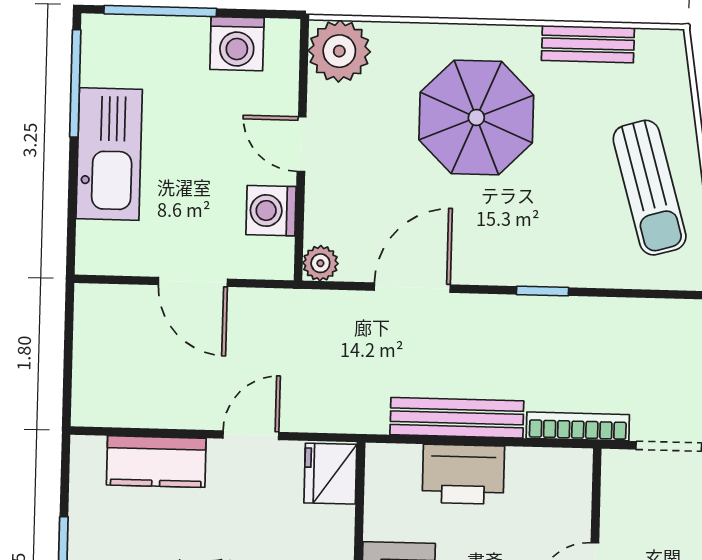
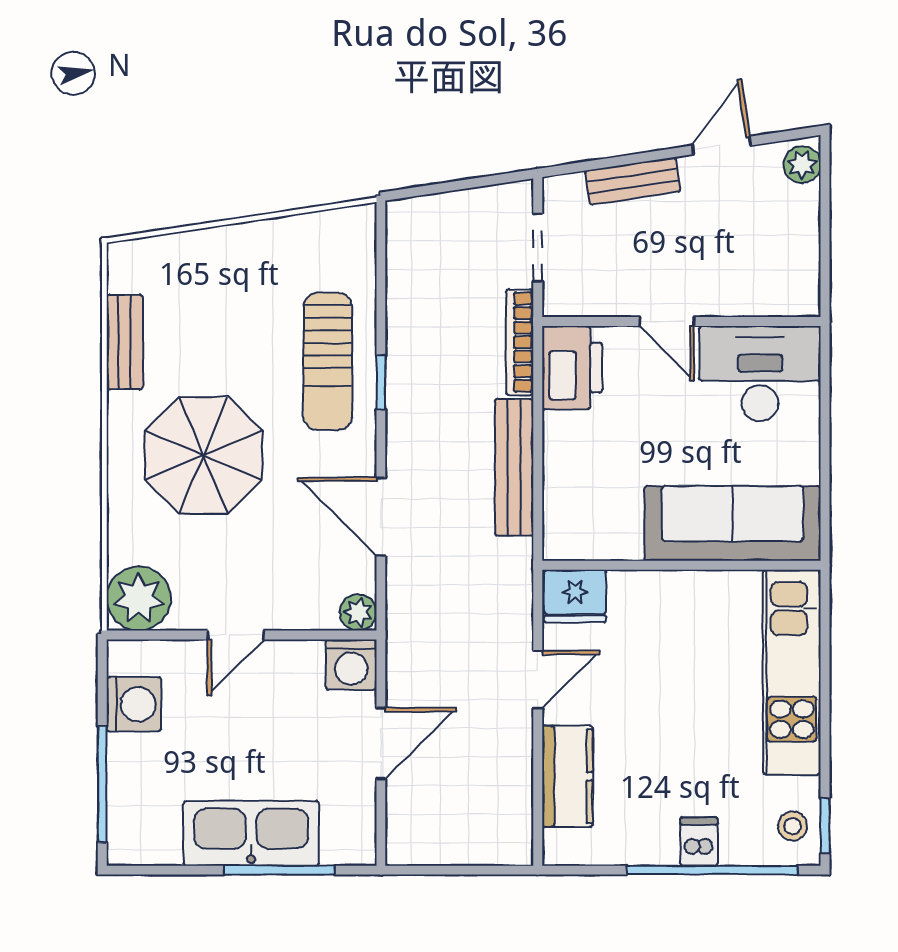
window: (75, 83) -> (279, 870), moved
sun lounger: (650, 188) -> (328, 362), moved, turned 106
washing machine: (271, 211) -> (351, 665), moved
door: (251, 435) -> (538, 679), swing flipped
printer: (463, 474) -> (572, 368), moved

